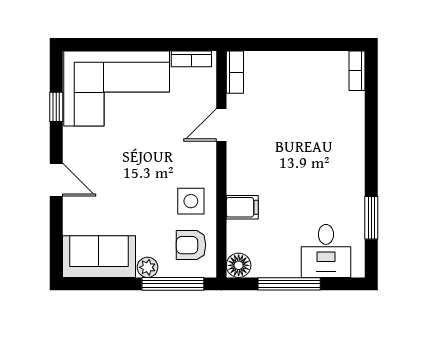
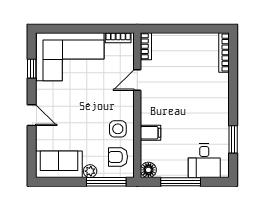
bookcase: (357, 71) -> (224, 53), width x1.56

